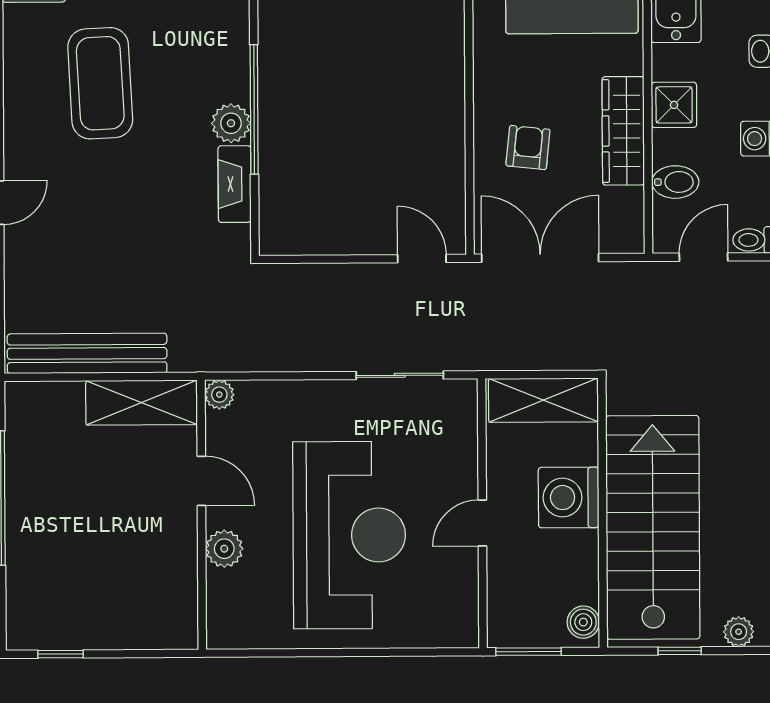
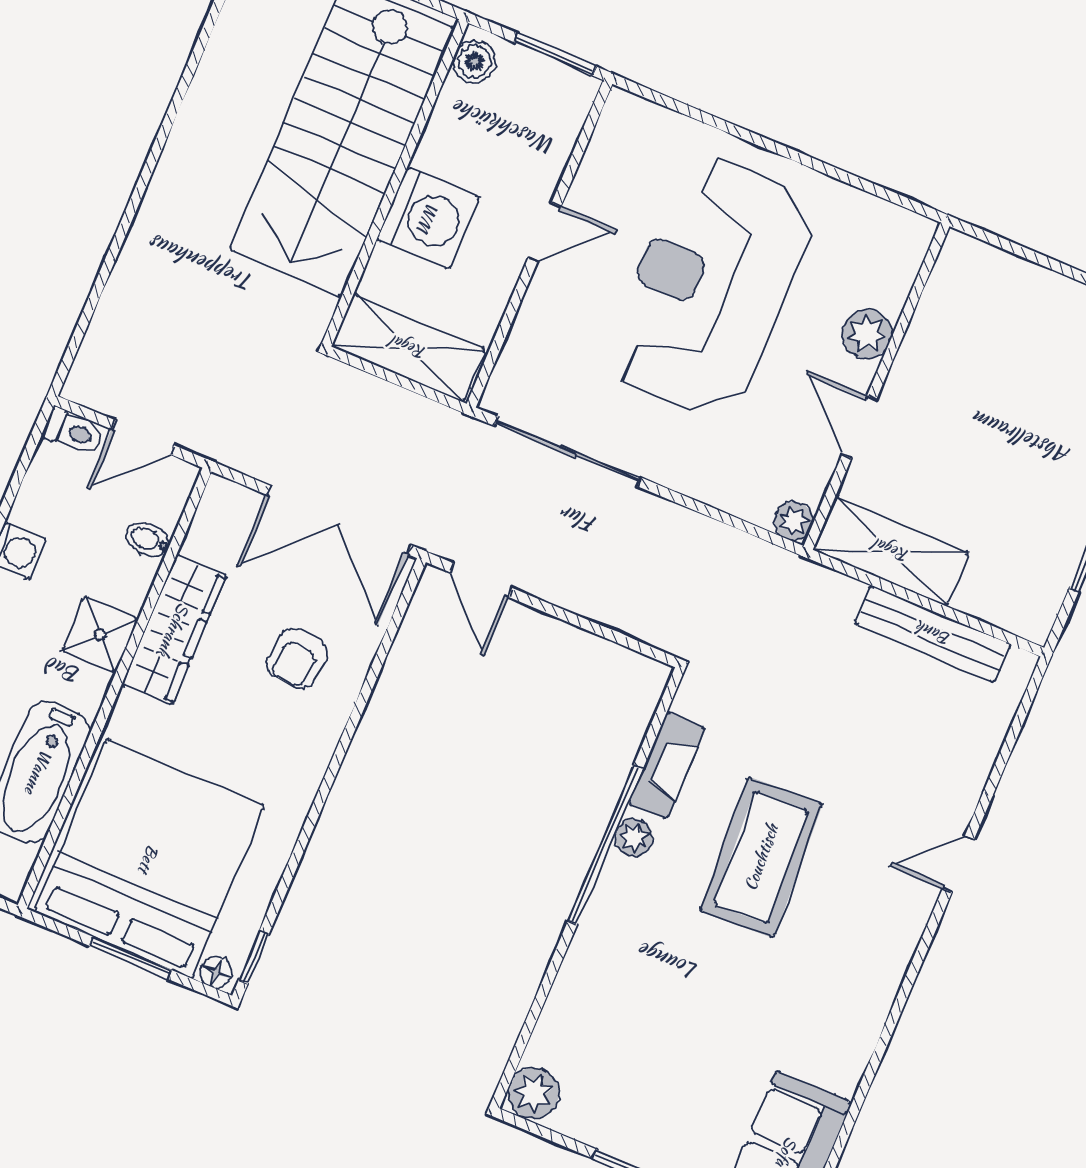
coffee table: (100, 83) -> (761, 857), moved
plant: (231, 123) -> (634, 837), width x0.73, depth x0.73
bidet: (675, 182) -> (148, 539), width x0.72, depth x0.74
bench: (87, 353) -> (933, 634), width x0.73, depth x0.82
sliding door: (400, 375) -> (568, 452), width x1.37

